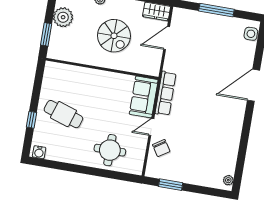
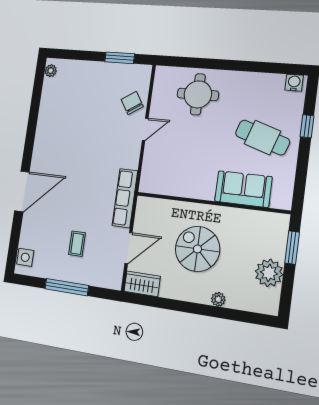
coffee table: (208, 43) -> (77, 244), added
row of seats: (166, 93) -> (125, 198), moved
sofa: (144, 97) -> (243, 189), moved, turned -90

